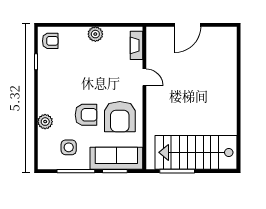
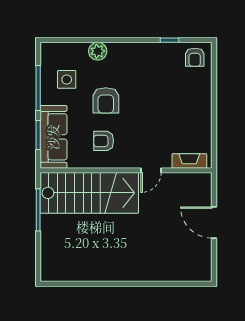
plant: (95, 34) -> (203, 112), removed
armchair: (120, 117) -> (104, 141), width x0.53, depth x0.53
stairs: (196, 152) -> (89, 193), moved, turned 90

